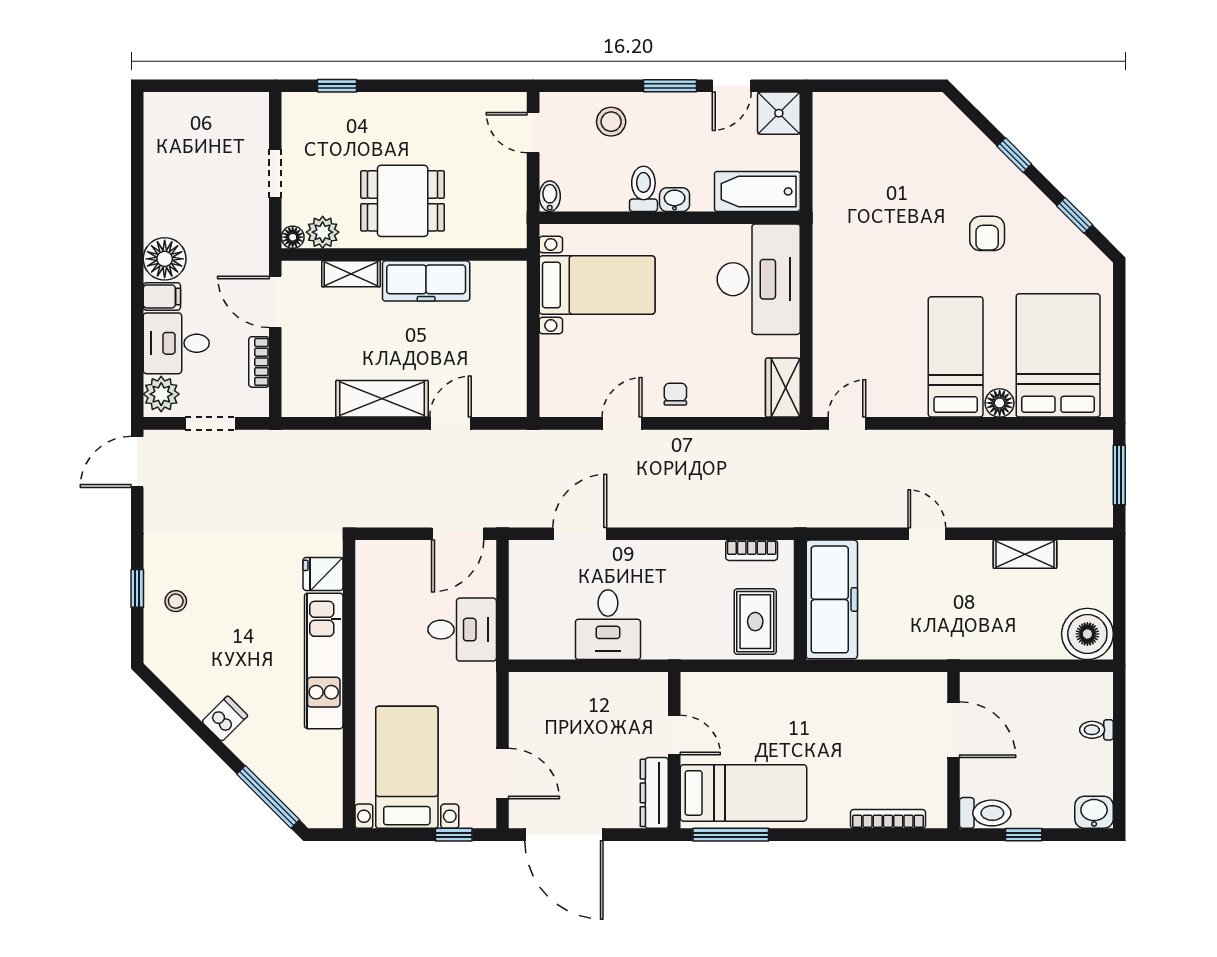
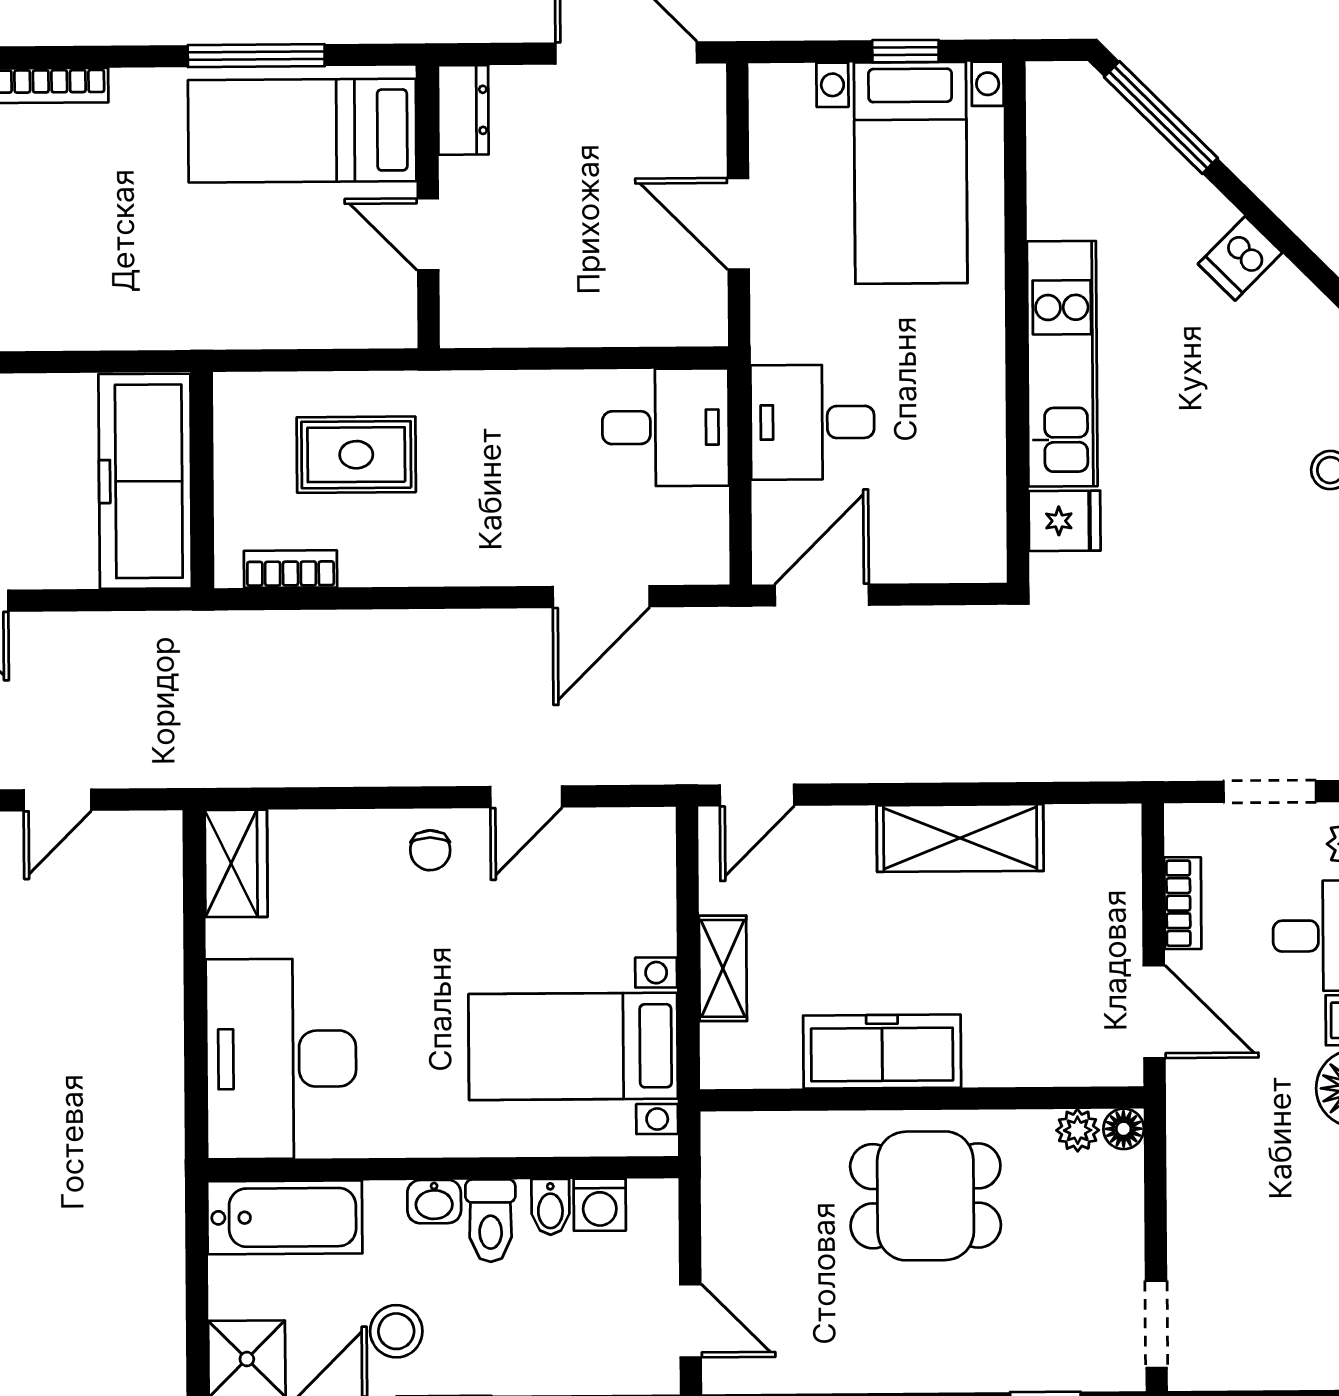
stool: (611, 122) -> (396, 1331), moved
doorway: (275, 174) -> (1156, 1324), moved
bidet: (550, 196) -> (550, 1207), moved
washing machine: (583, 197) -> (600, 1205), added
plant: (323, 232) -> (1078, 1130), width x0.73, depth x0.73
shelving: (351, 274) -> (723, 968), moved, turned 90
door: (451, 423) -> (757, 795), moved
door: (847, 423) -> (57, 800), moved
rug: (755, 622) -> (356, 455), moved, turned 90
desk: (608, 625) -> (666, 427), moved, turned 90
door: (502, 774) -> (738, 224), moved
dresser: (654, 793) -> (463, 110), width x0.70
window: (454, 835) -> (905, 51), moved
window: (731, 835) -> (256, 56), moved

